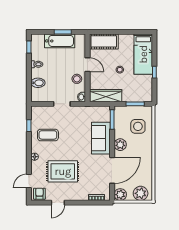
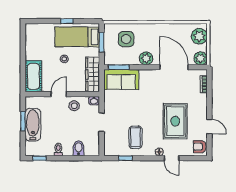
bed: (143, 54) -> (77, 37), moved, turned 180
sofa: (101, 138) -> (121, 80), moved
door: (29, 181) -> (172, 158), moved

